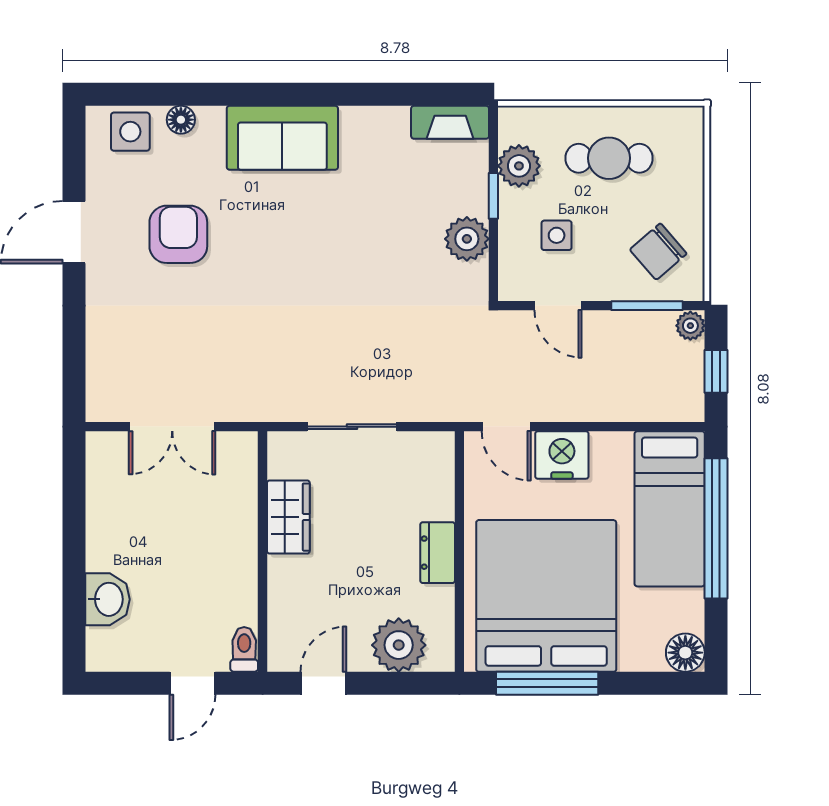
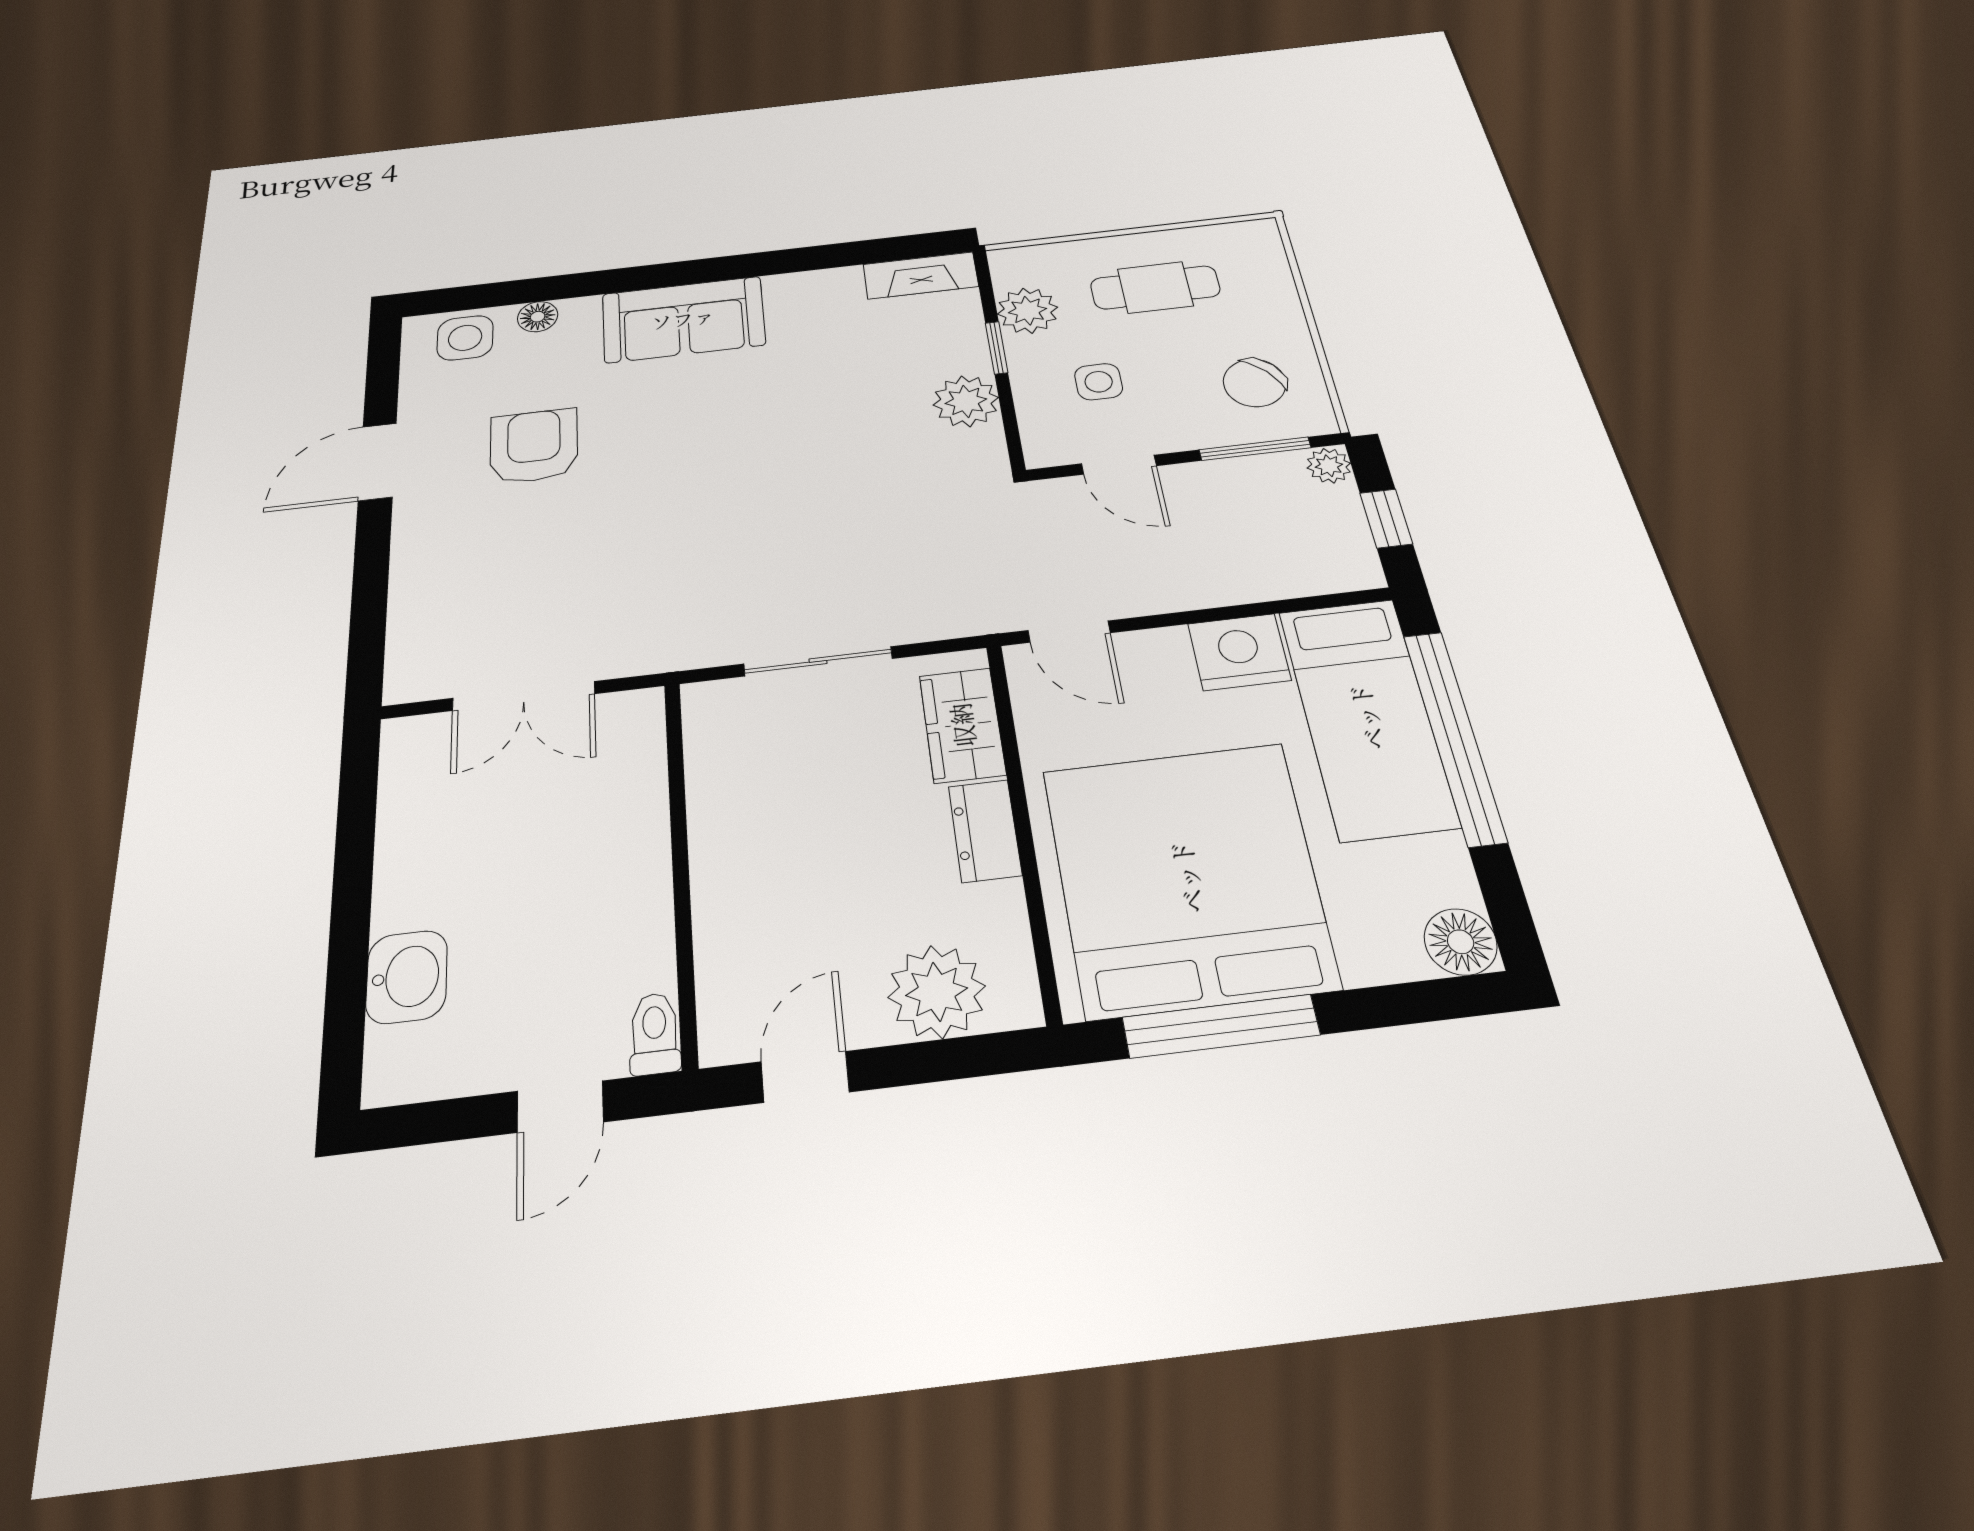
nightstand: (562, 455) -> (1239, 652), moved
wardrobe: (288, 517) -> (962, 725), moved, turned 180

